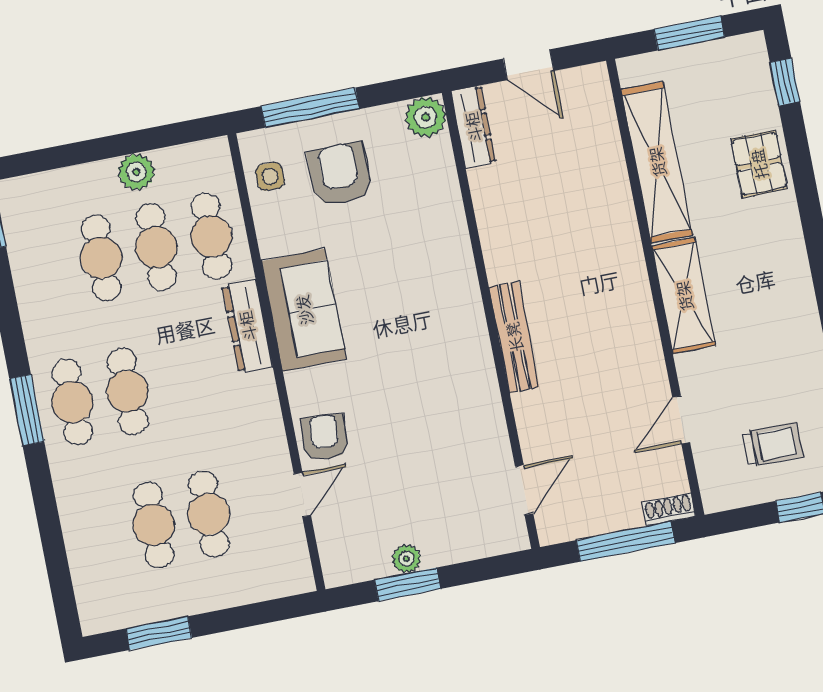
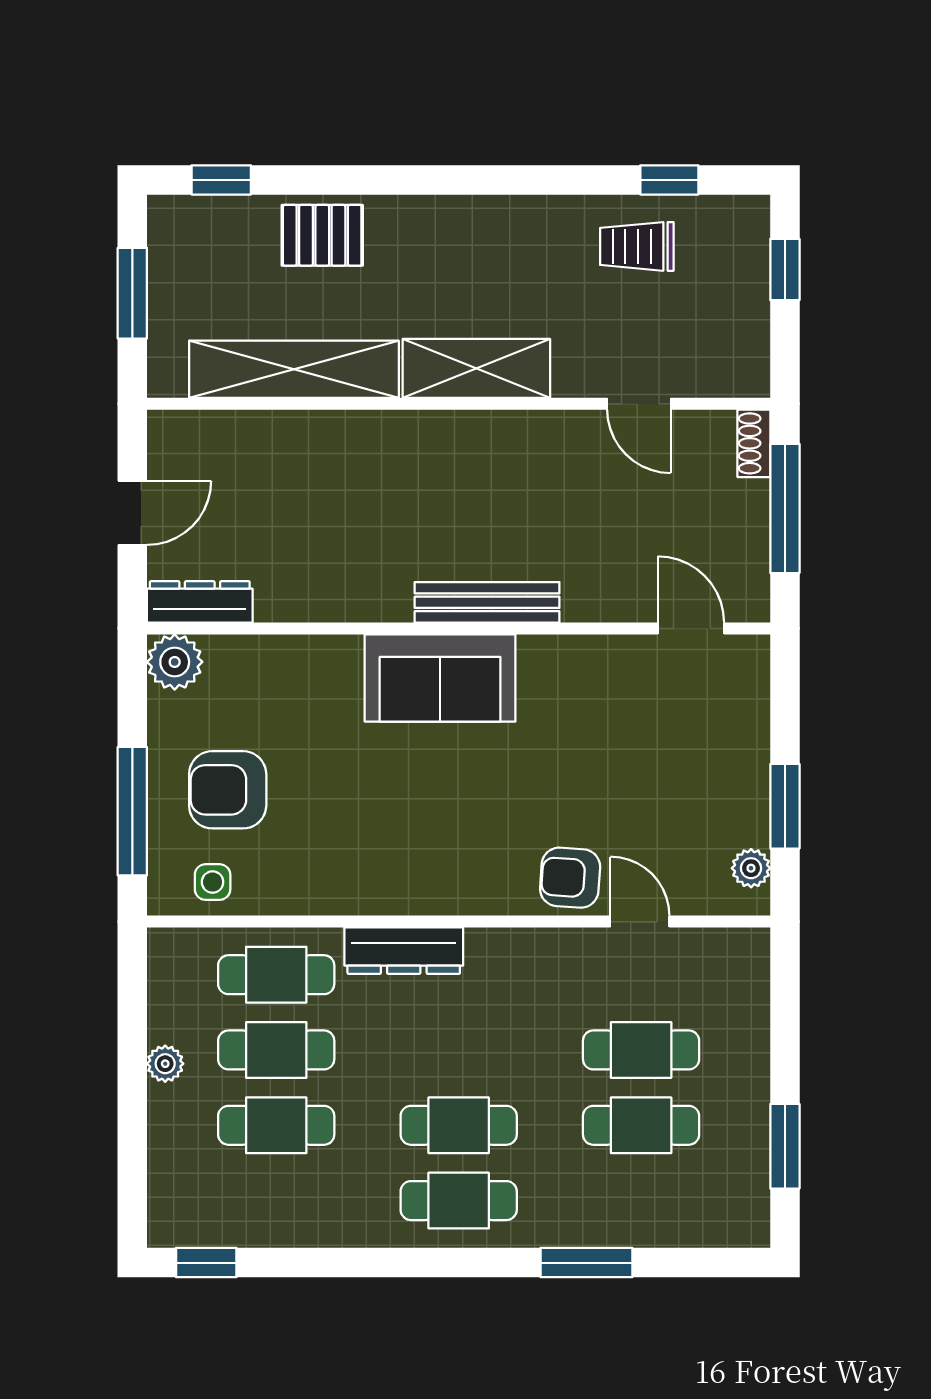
plant: (136, 172) -> (165, 1064), width x0.73, depth x0.73
sofa: (304, 310) -> (440, 678), moved, turned 180
window: (27, 410) -> (586, 1263), moved
trolley: (773, 444) -> (637, 246), moved, turned -90
plant: (407, 559) -> (751, 868), moved

